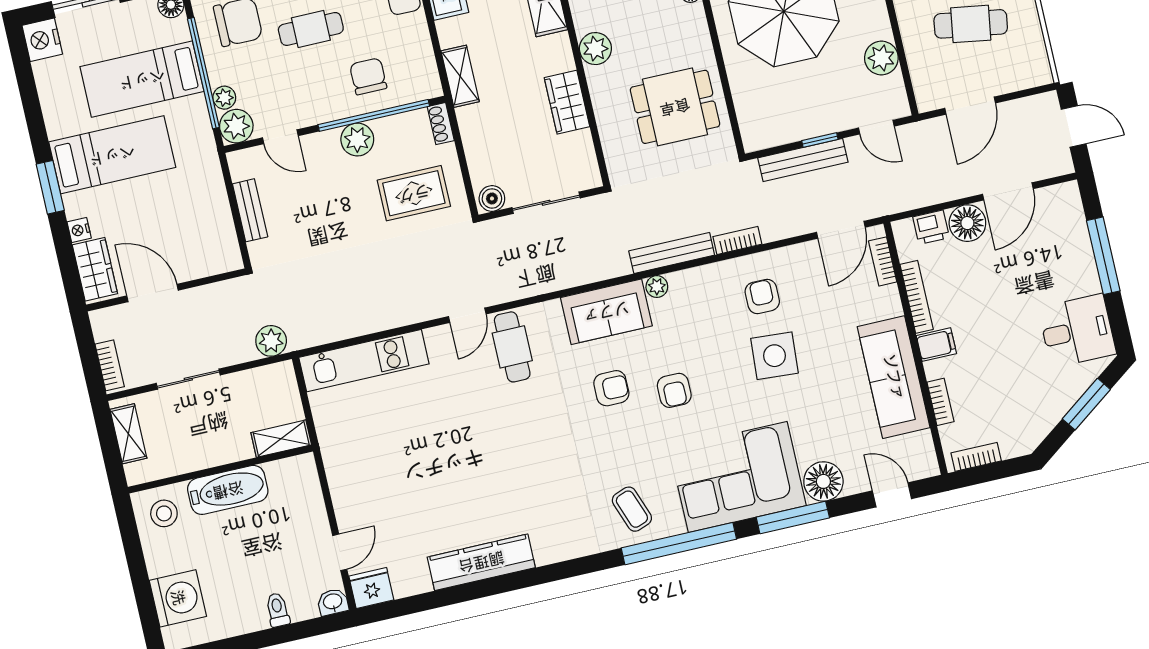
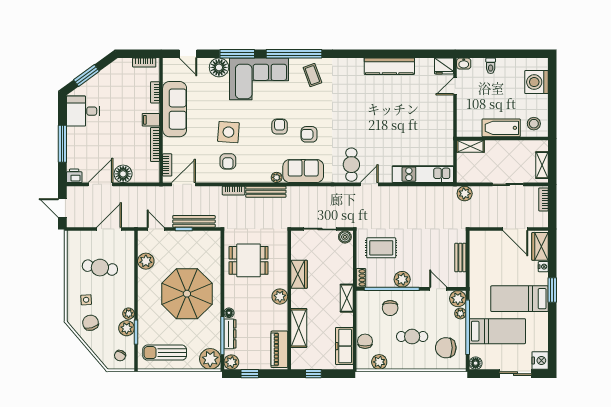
printer: (931, 227) -> (74, 176), moved

